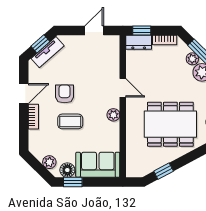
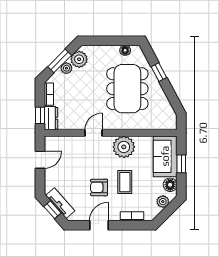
door: (94, 30) -> (40, 160), swing flipped
door: (24, 94) -> (99, 225), hinge flipped
plant: (113, 115) -> (124, 147), width x1.88, depth x1.88
bookcase: (33, 117) -> (132, 216), moved
window: (164, 171) -> (159, 72), moved
window: (73, 182) -> (181, 164), moved

